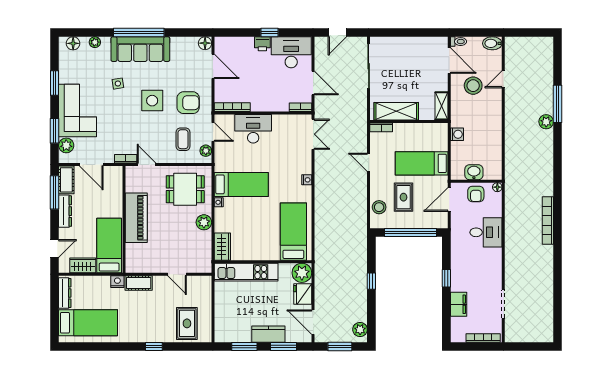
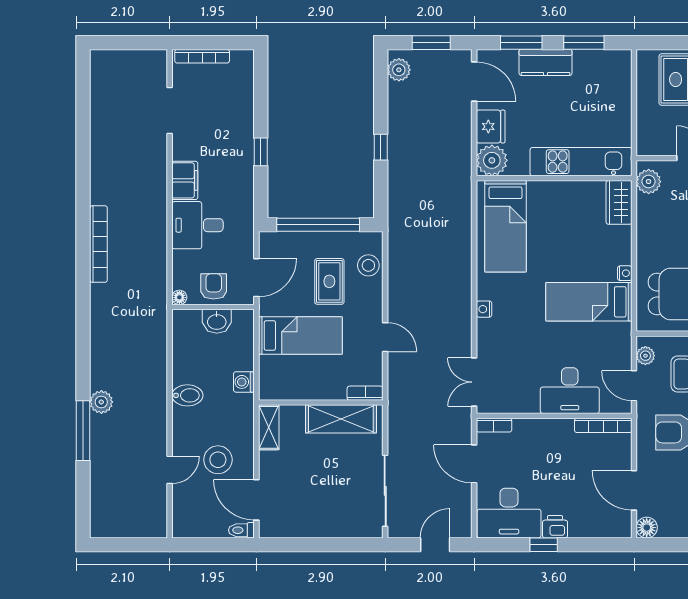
bidet: (492, 43) -> (187, 395), moved
plant: (204, 222) -> (649, 182), moved
filing cabinet: (459, 304) -> (185, 180), moved, turned 180

